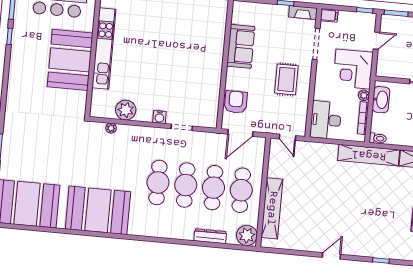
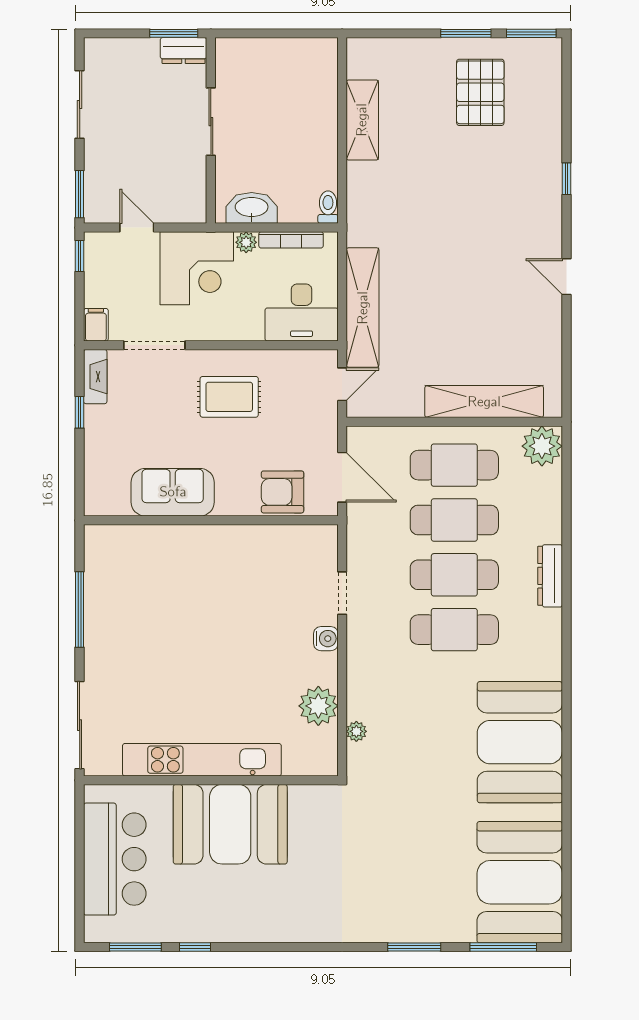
shelving: (369, 155) -> (363, 308), moved
dresser: (210, 236) -> (550, 576), moved

